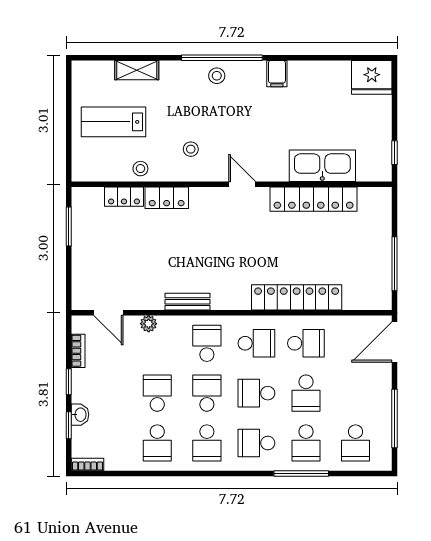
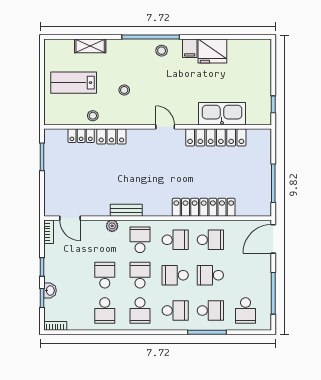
stool: (217, 76) -> (162, 51), moved
fridge: (372, 77) -> (212, 51), moved
stool: (191, 149) -> (124, 90), moved
plant: (149, 324) -> (112, 226), moved
bookcase: (78, 351) -> (49, 232), moved
school desk: (306, 393) -> (210, 275), turned 90
school desk: (256, 443) -> (175, 311), turned 180
school desk: (306, 443) -> (210, 311), turned -90

